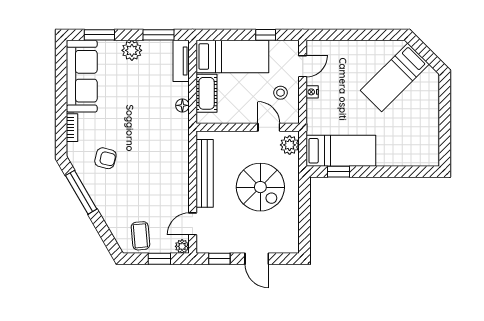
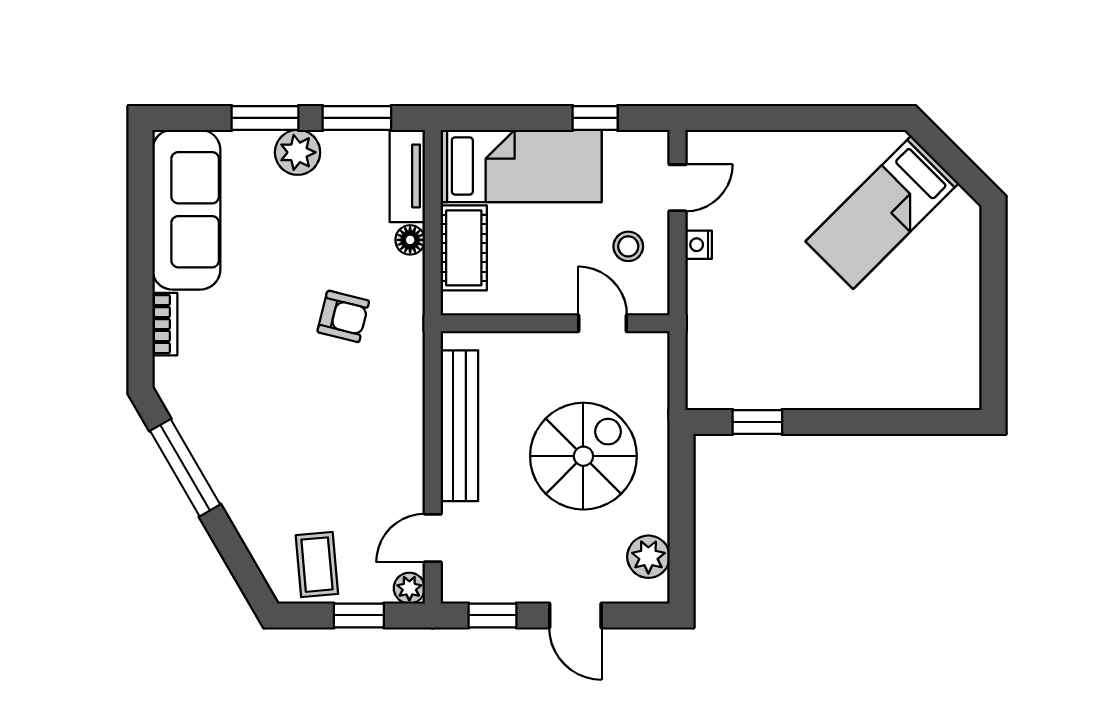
window: (99, 35) -> (265, 118), moved
floor lamp: (182, 105) -> (410, 240), moved
plant: (290, 145) -> (648, 557), moved
bed: (341, 151) -> (763, 375), removed
armchair: (105, 158) -> (343, 316), moved
spiral stairs: (260, 187) -> (583, 456), turned -90

